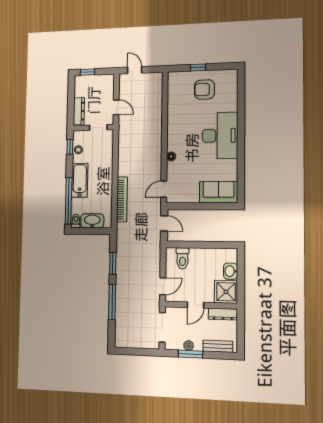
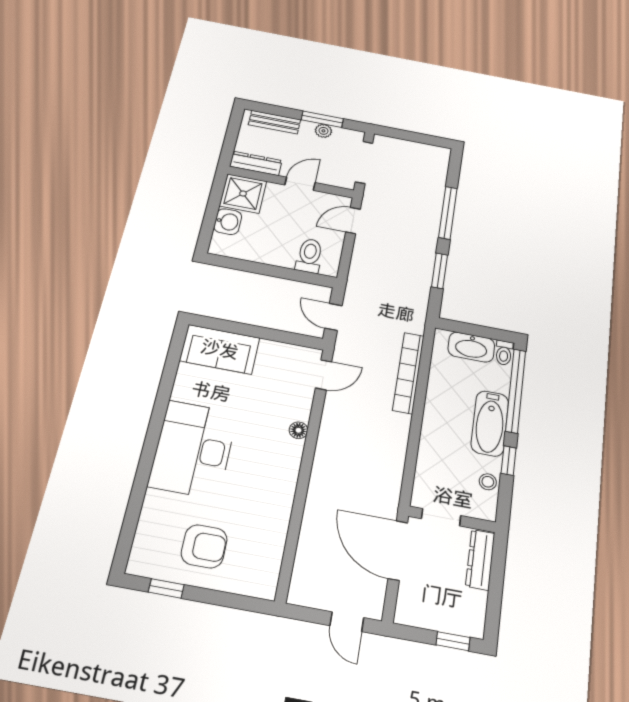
window: (198, 67) -> (166, 588), moved
door: (116, 107) -> (398, 550), width x1.87
window: (70, 147) -> (509, 461), moved

